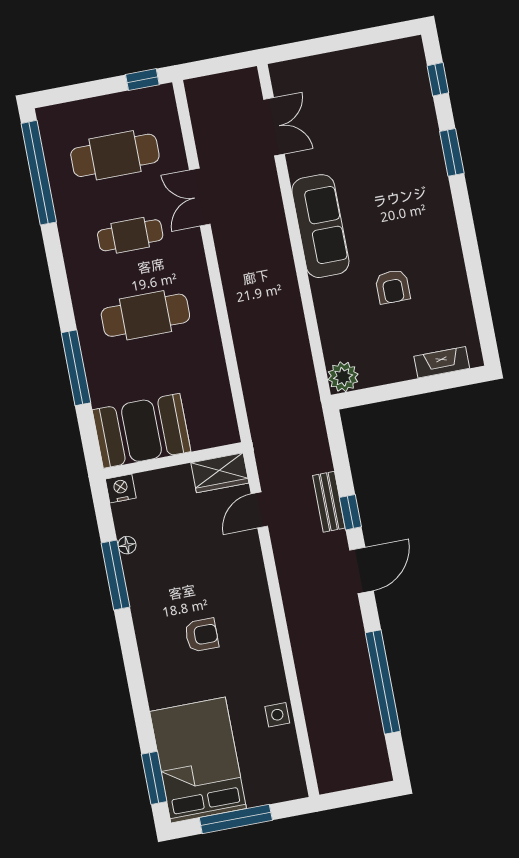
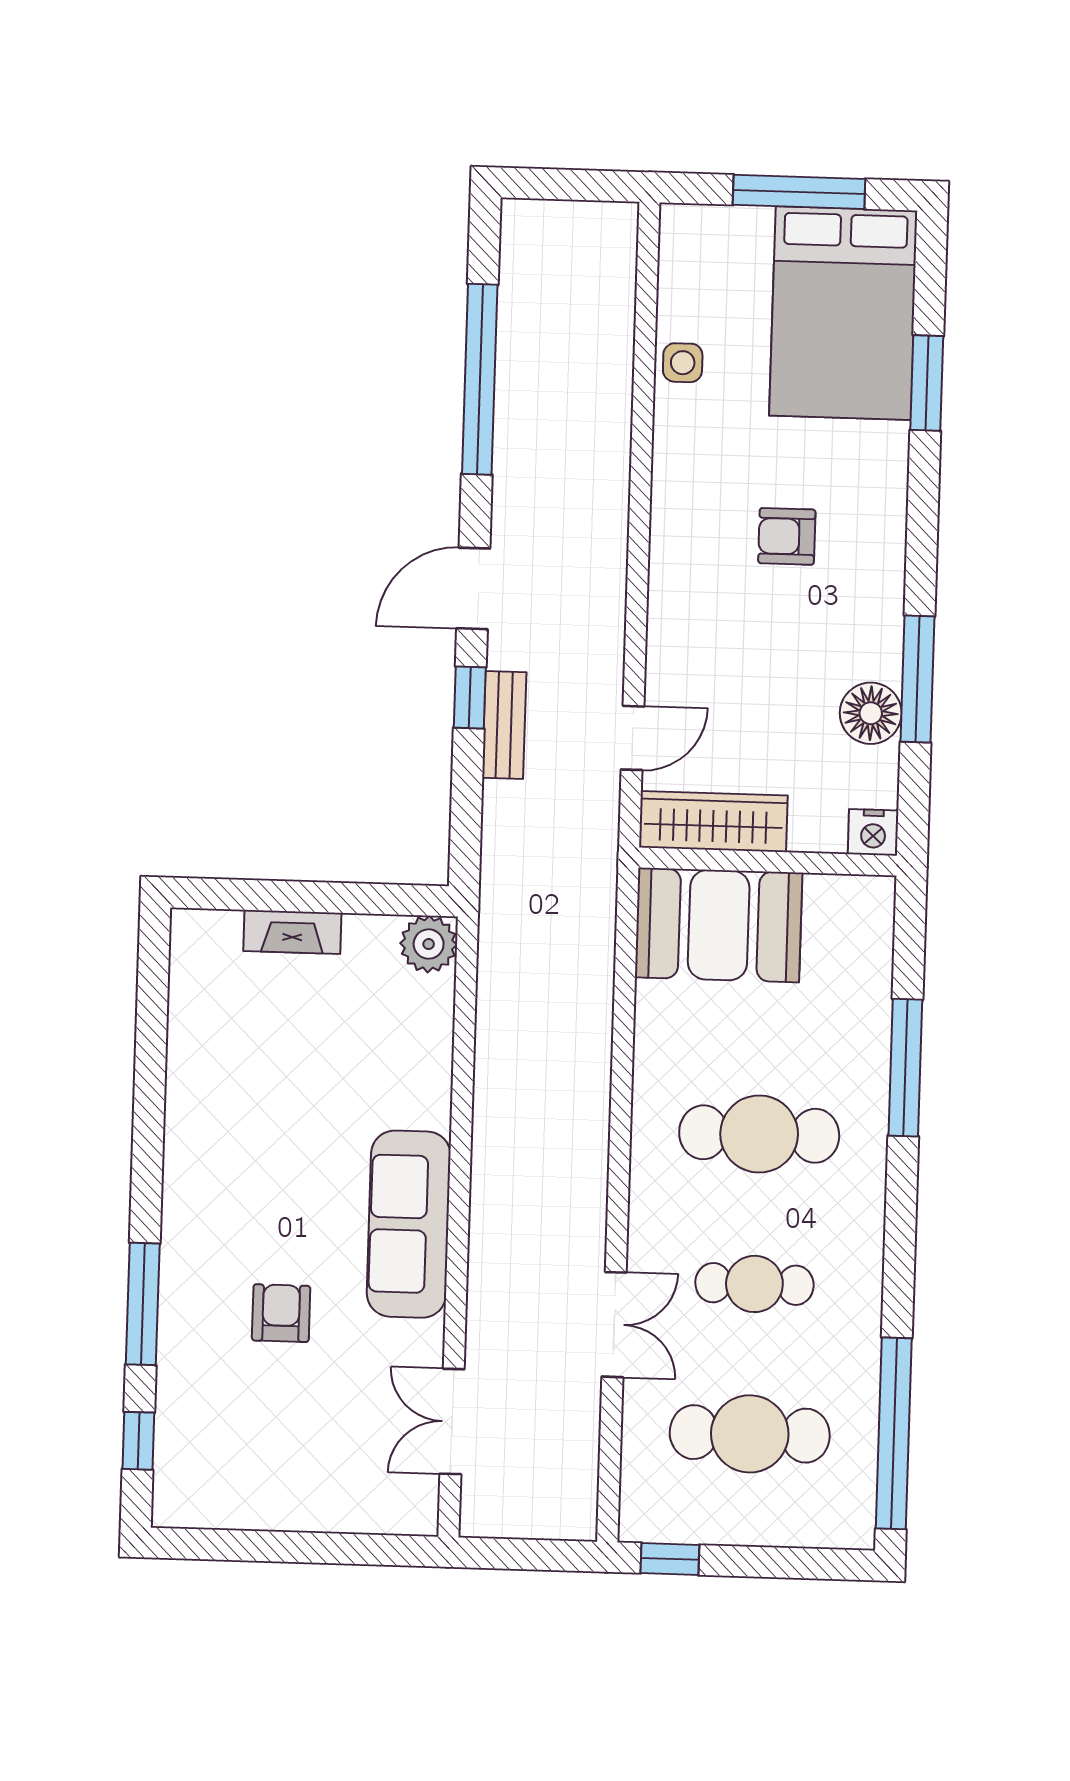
window: (452, 152) -> (143, 1304), width x1.44
armchair: (393, 287) -> (281, 1313), moved
fireplace: (442, 362) -> (292, 932), moved
booth: (141, 431) -> (719, 925), moved
wardrobe: (220, 473) -> (713, 821), width x1.50
floor lamp: (127, 545) -> (871, 713), width x1.89, depth x1.89
window: (154, 778) -> (927, 383), moved

